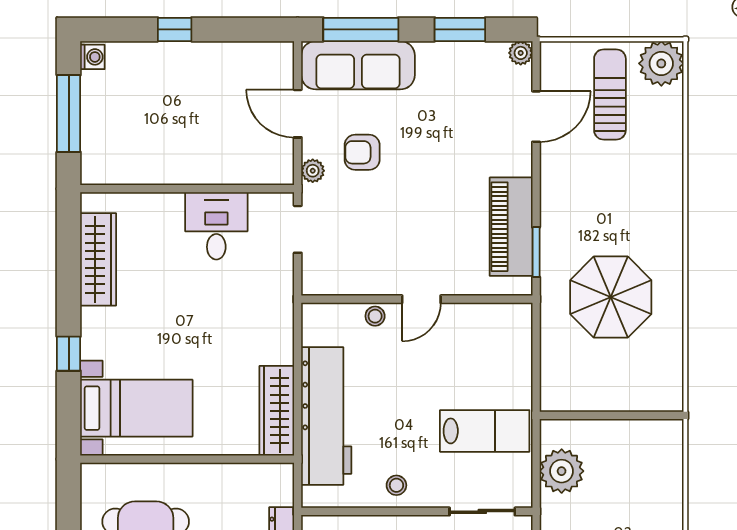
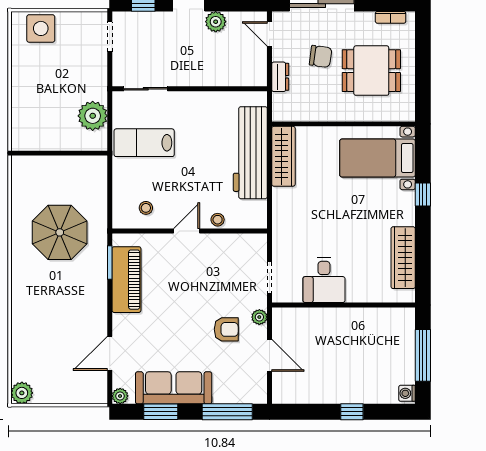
plant: (661, 63) -> (22, 393), width x0.73, depth x0.73
sofa: (358, 65) -> (174, 388), moved
sun lounger: (610, 94) -> (60, 368), removed
stool: (396, 485) -> (146, 208), moved

